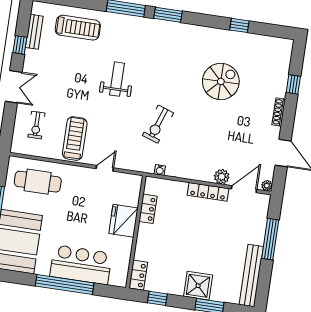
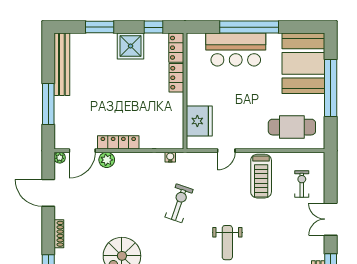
locker: (148, 209) -> (176, 78), moved
fridge: (123, 221) -> (199, 121), moved
shower: (198, 286) -> (131, 46), moved

